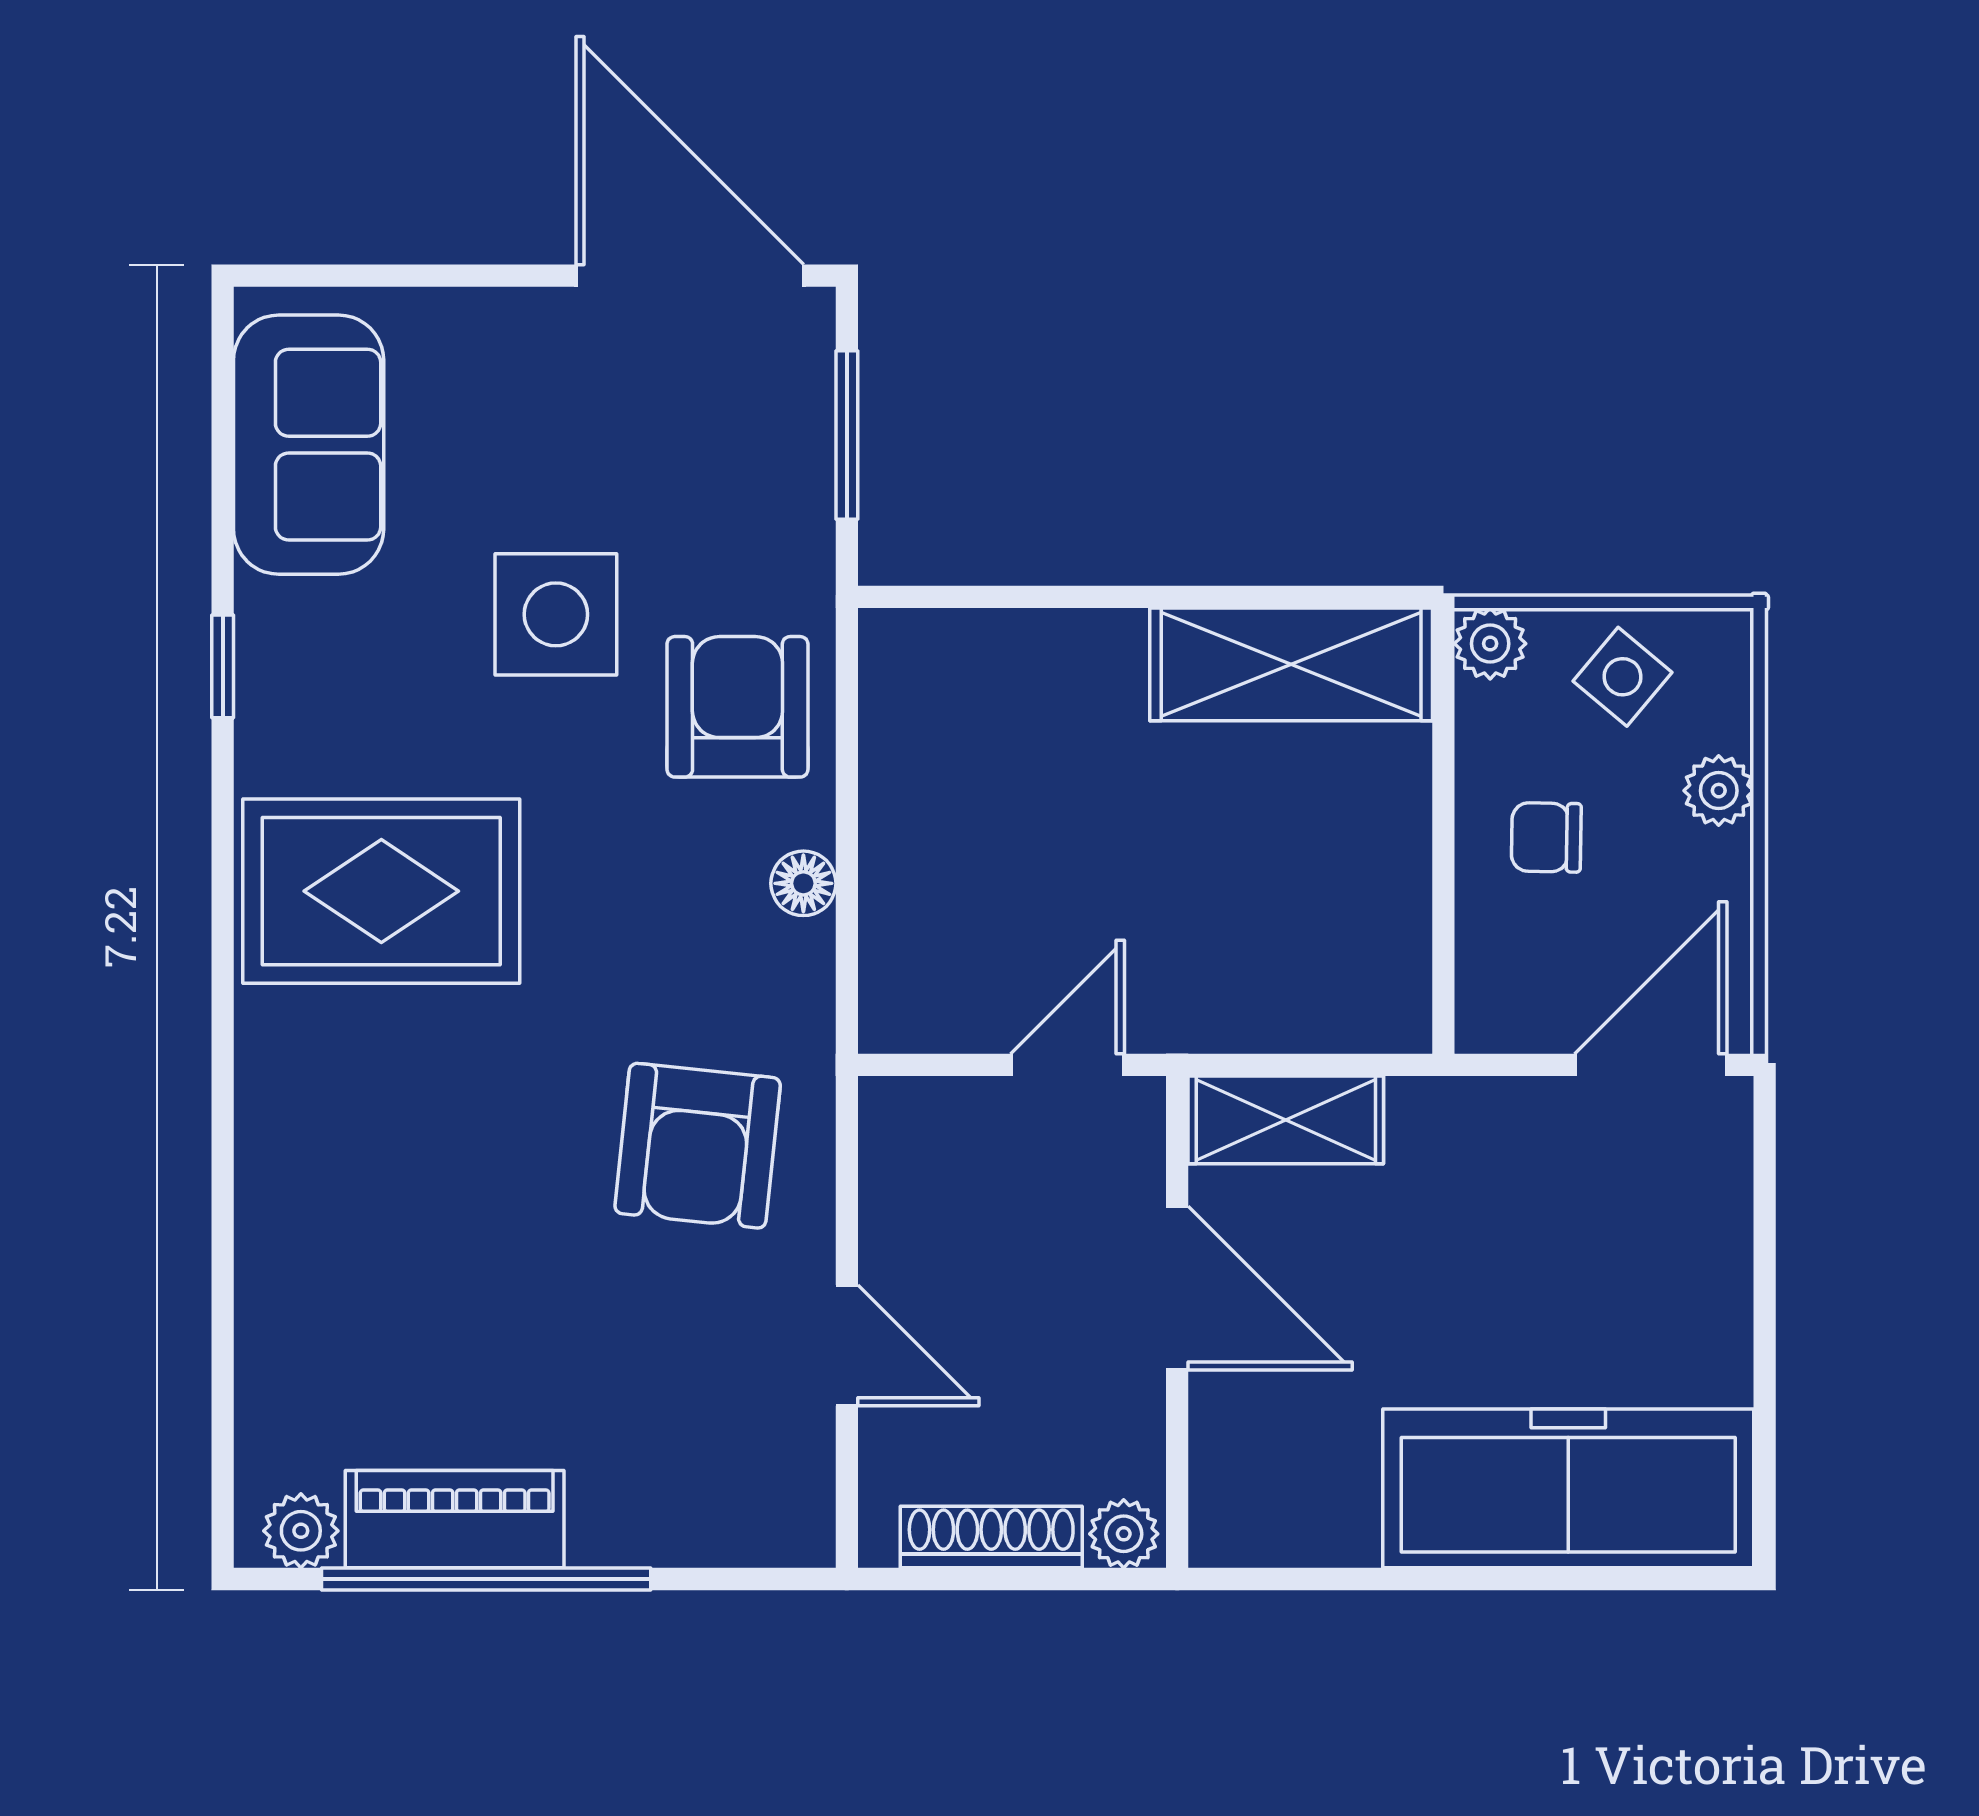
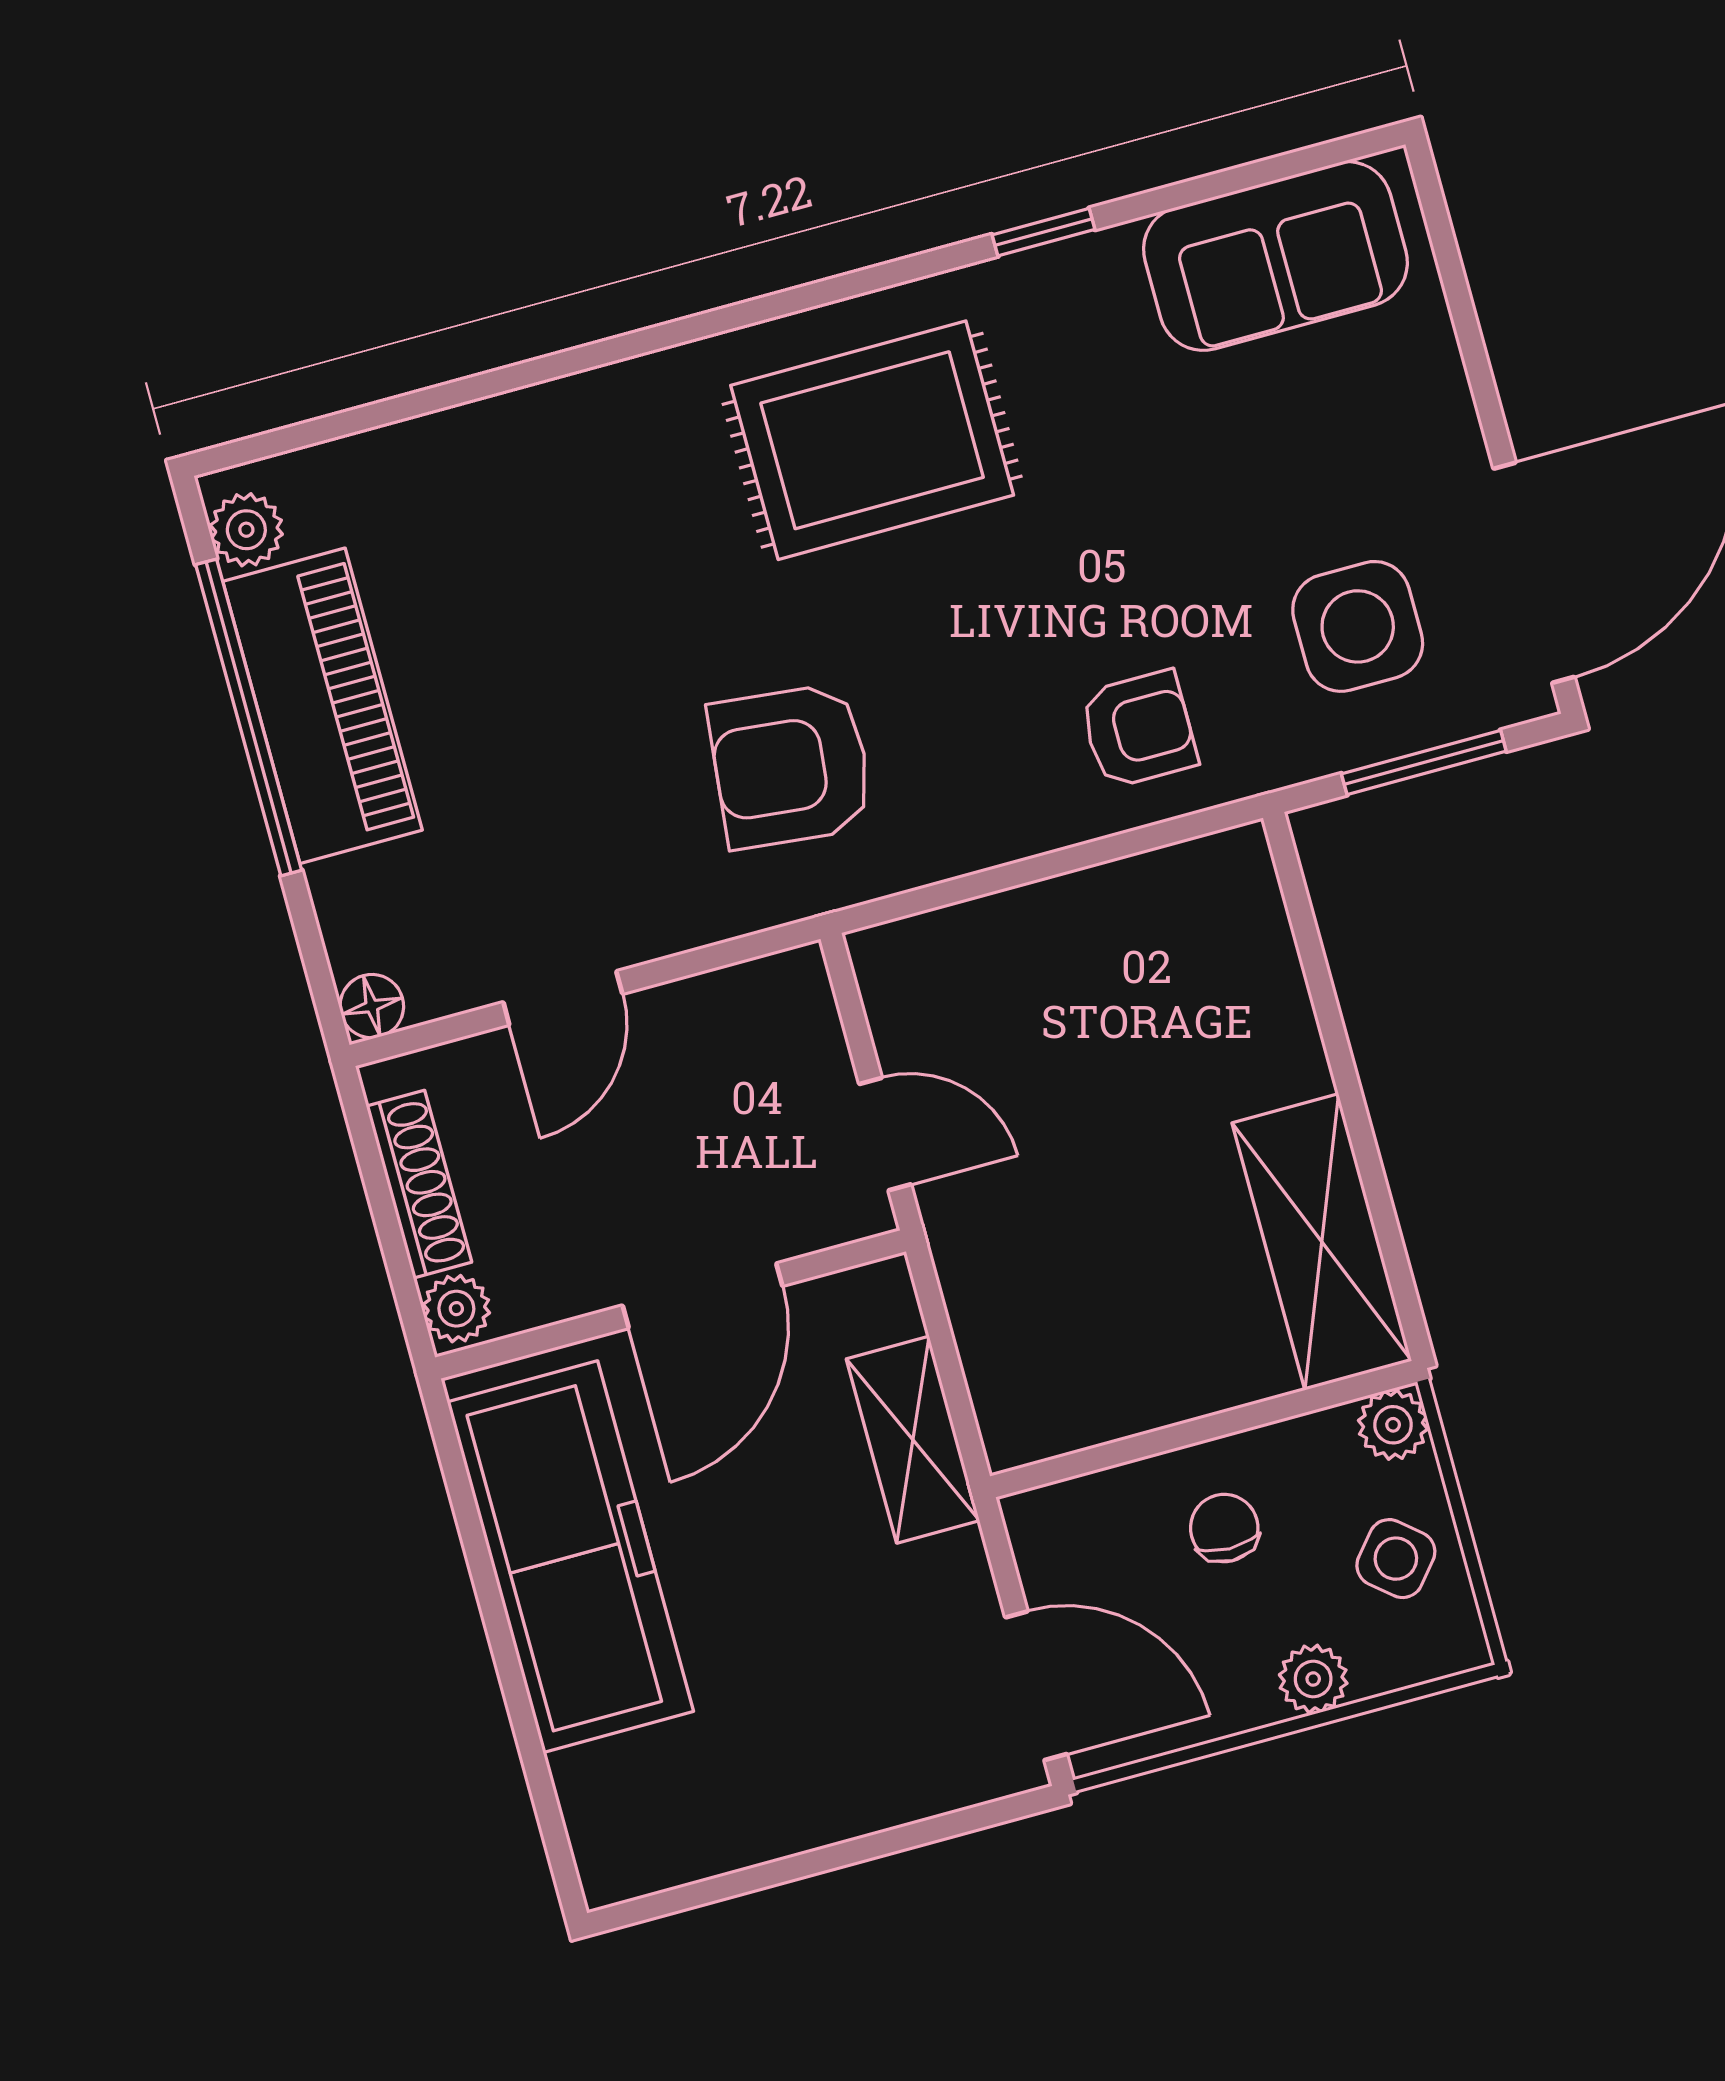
side table: (556, 614) -> (1358, 626), moved
armchair: (737, 707) -> (1139, 729), width x0.72, depth x0.72
floor lamp: (803, 883) -> (372, 1006), moved
rug: (381, 891) -> (872, 440), turned 90
shelving: (1286, 1120) -> (913, 1440), moved
armchair: (698, 1146) -> (791, 766), moved
freezer: (1568, 1488) -> (570, 1557), moved
piano: (455, 1519) -> (323, 706), width x1.37, depth x1.33

